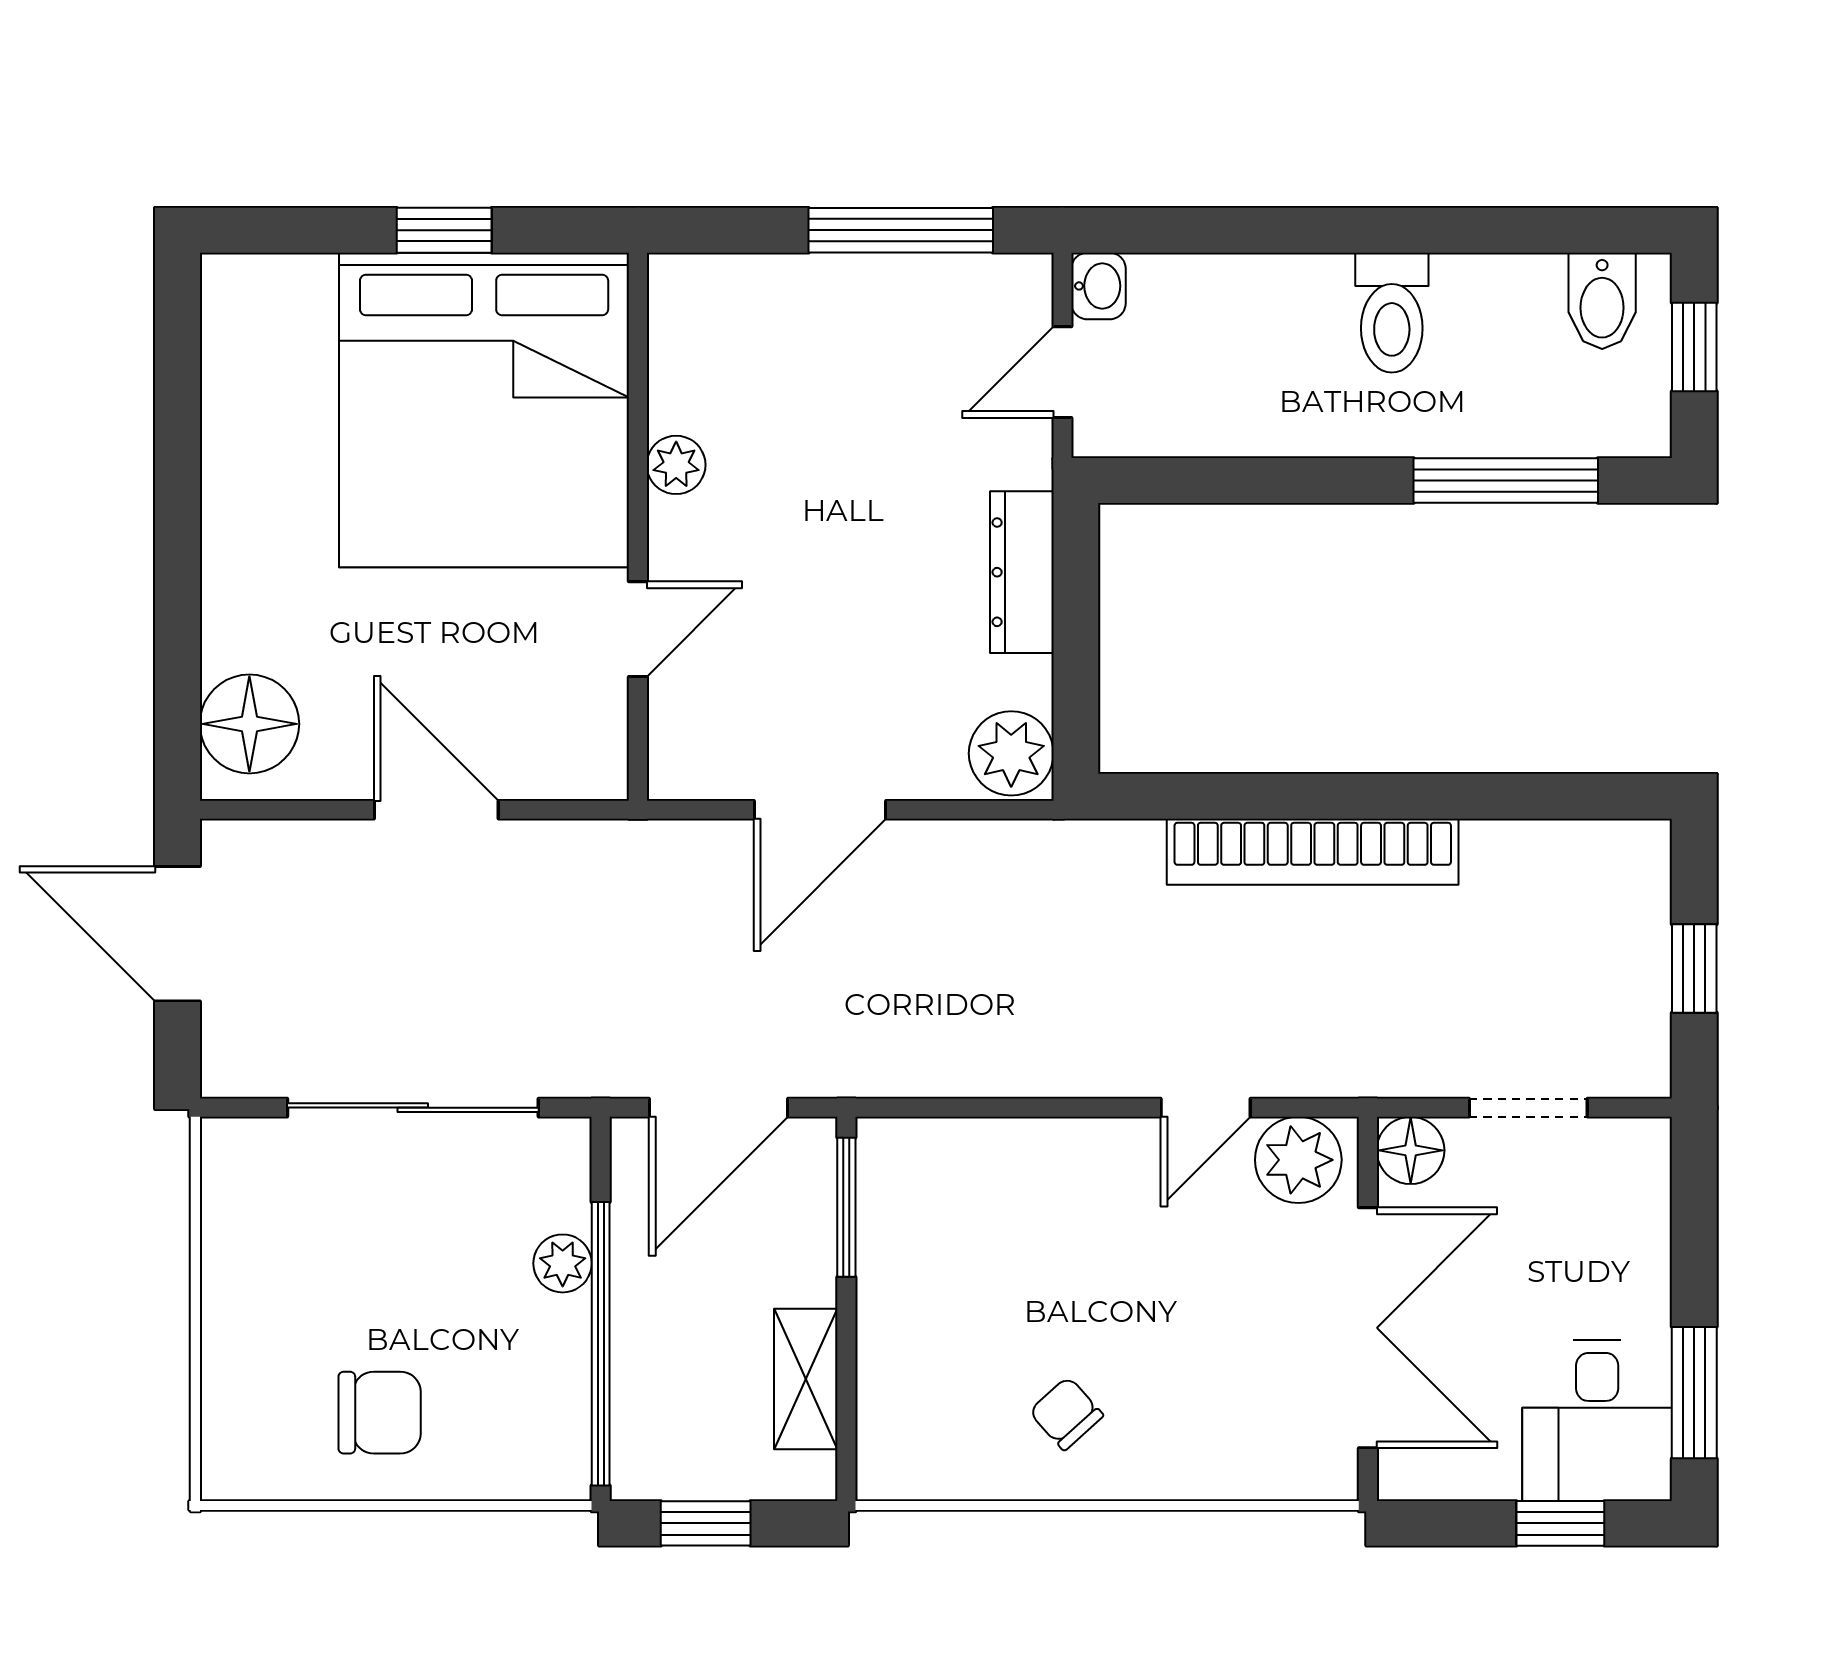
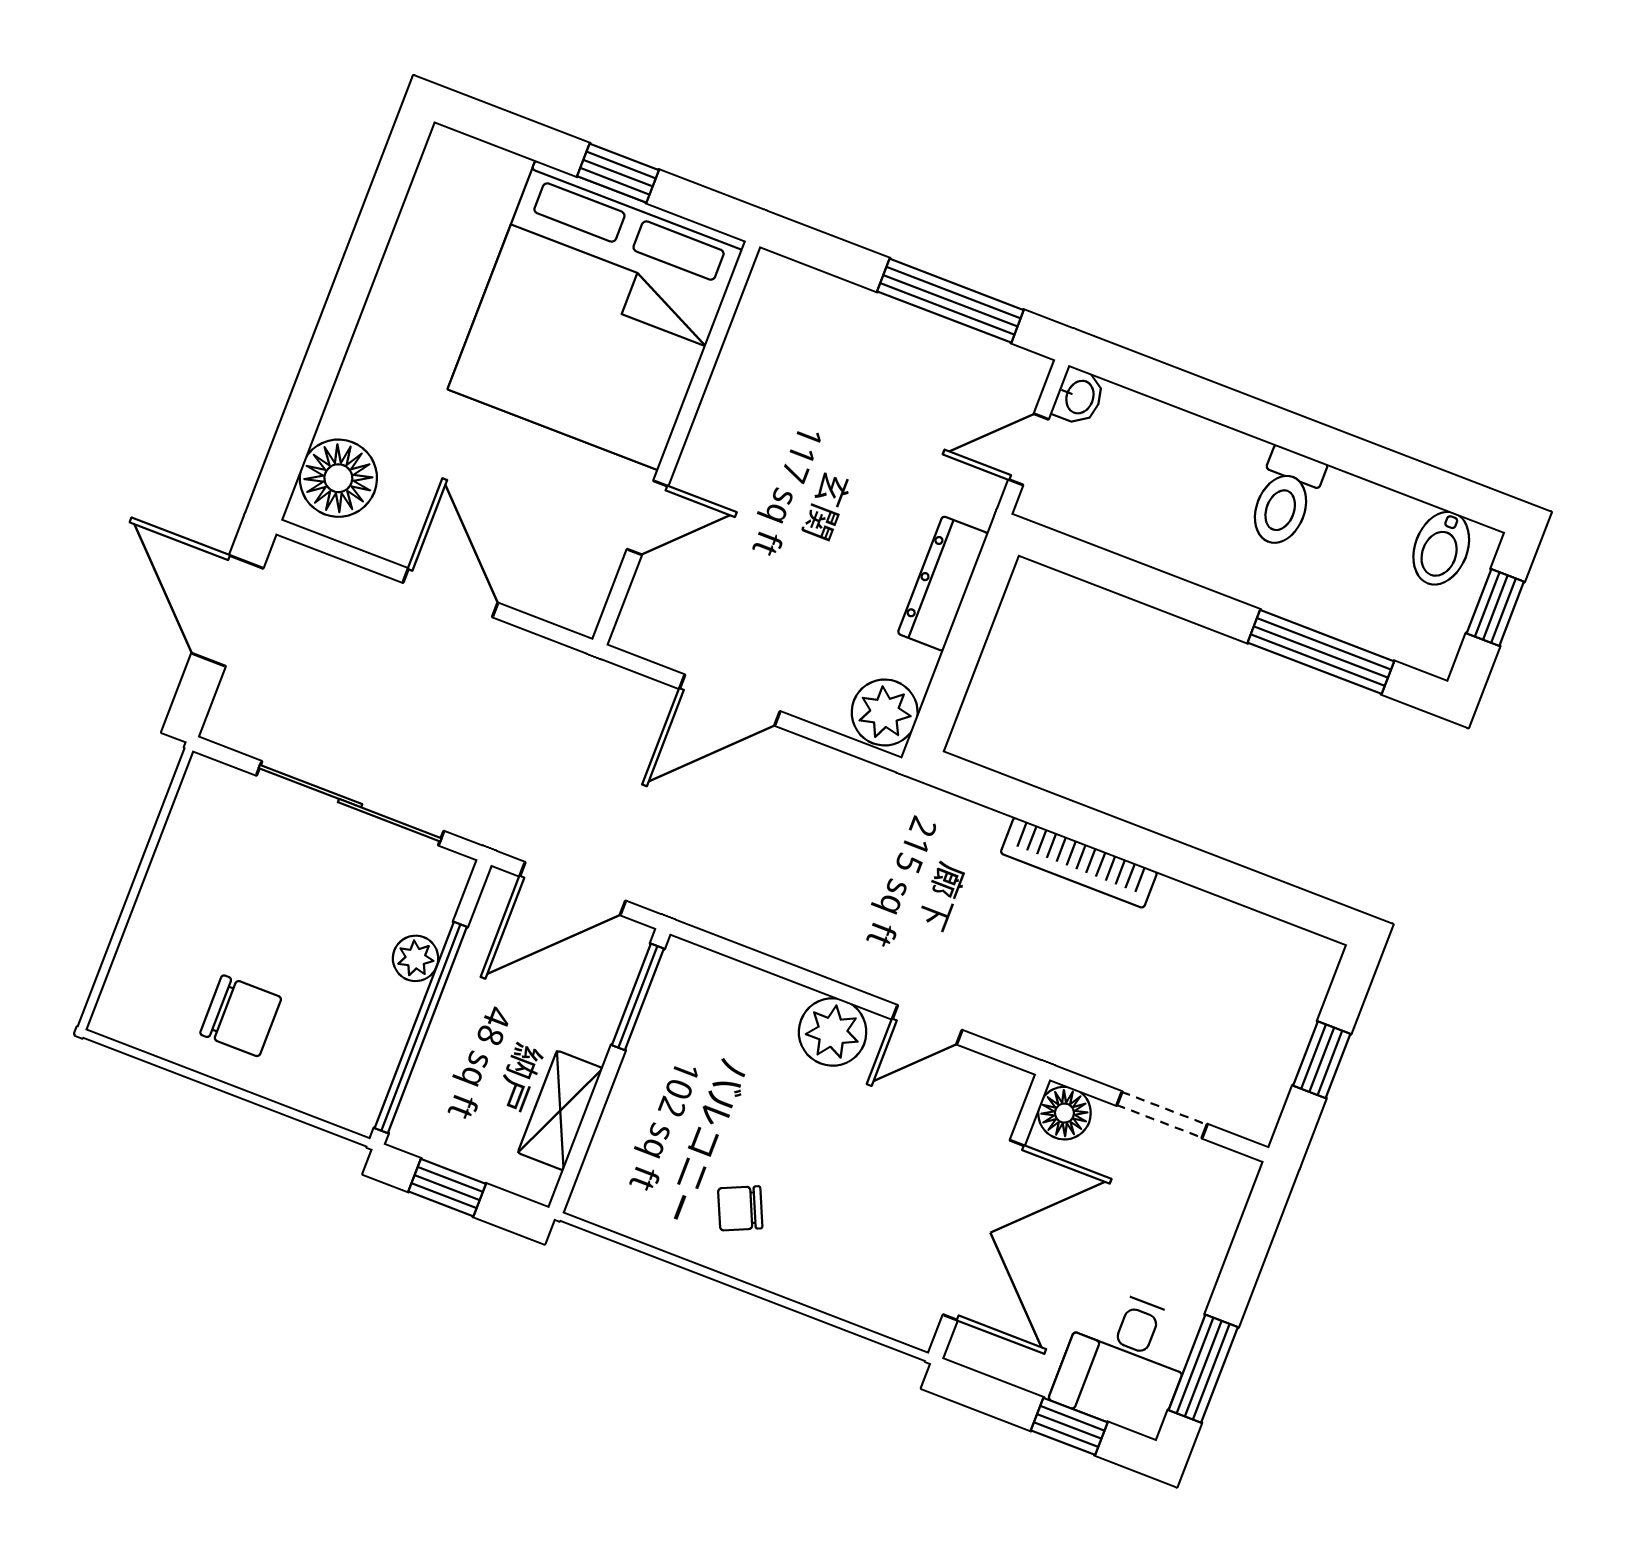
plant: (676, 465) -> (721, 409), removed
bookcase: (1313, 852) -> (1079, 863), width x0.68, depth x0.76
plant: (1298, 1160) -> (833, 1032), moved
chair: (1066, 1413) -> (740, 1208), turned -72

